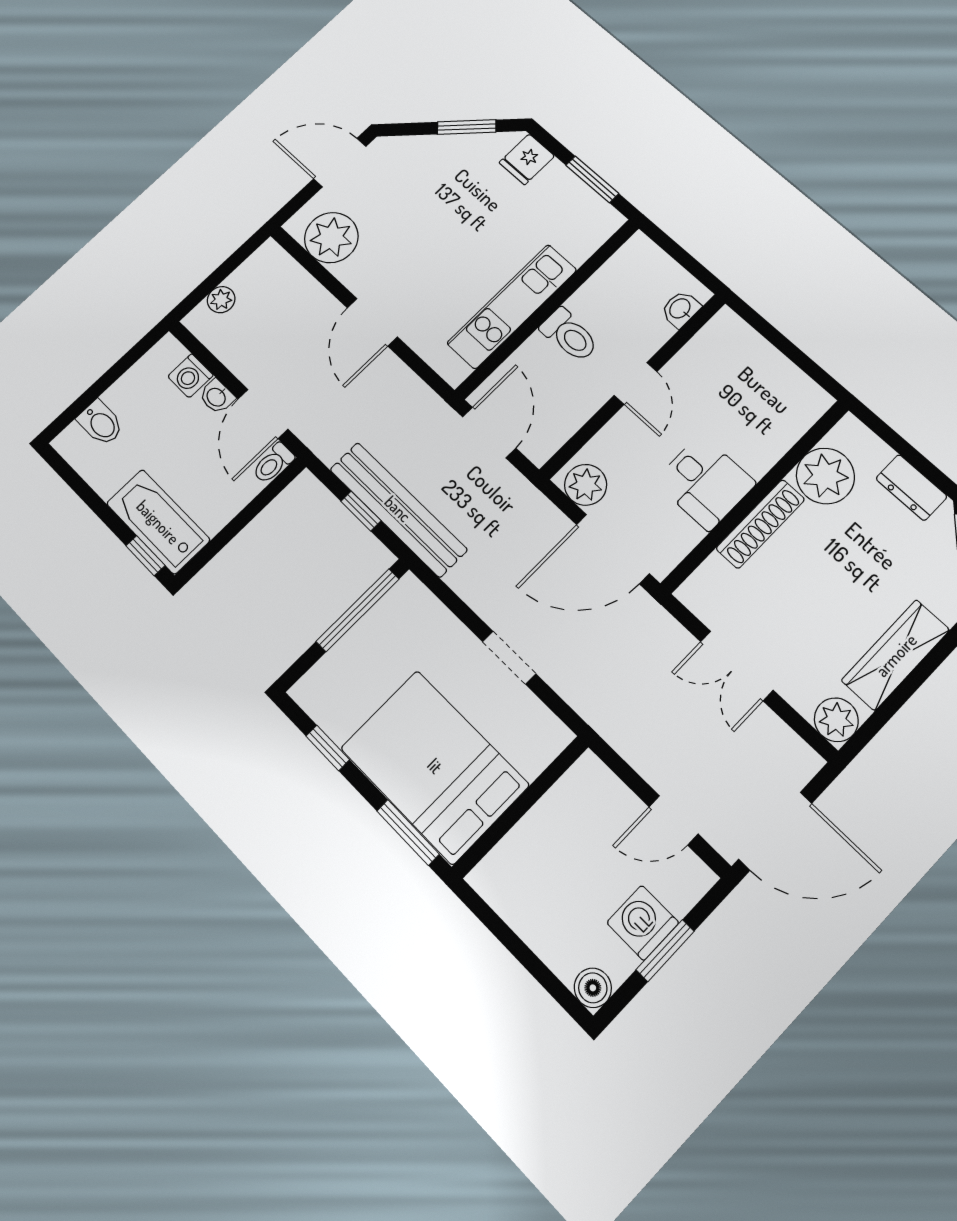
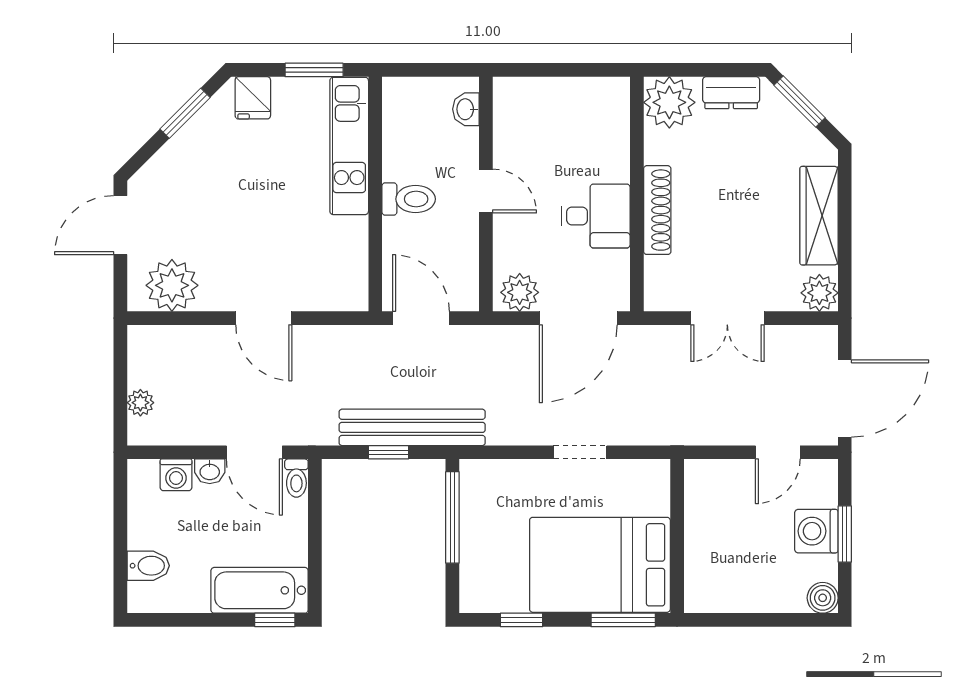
kitchen unit: (512, 306) -> (349, 146), moved
plant: (825, 476) -> (669, 102), moved

